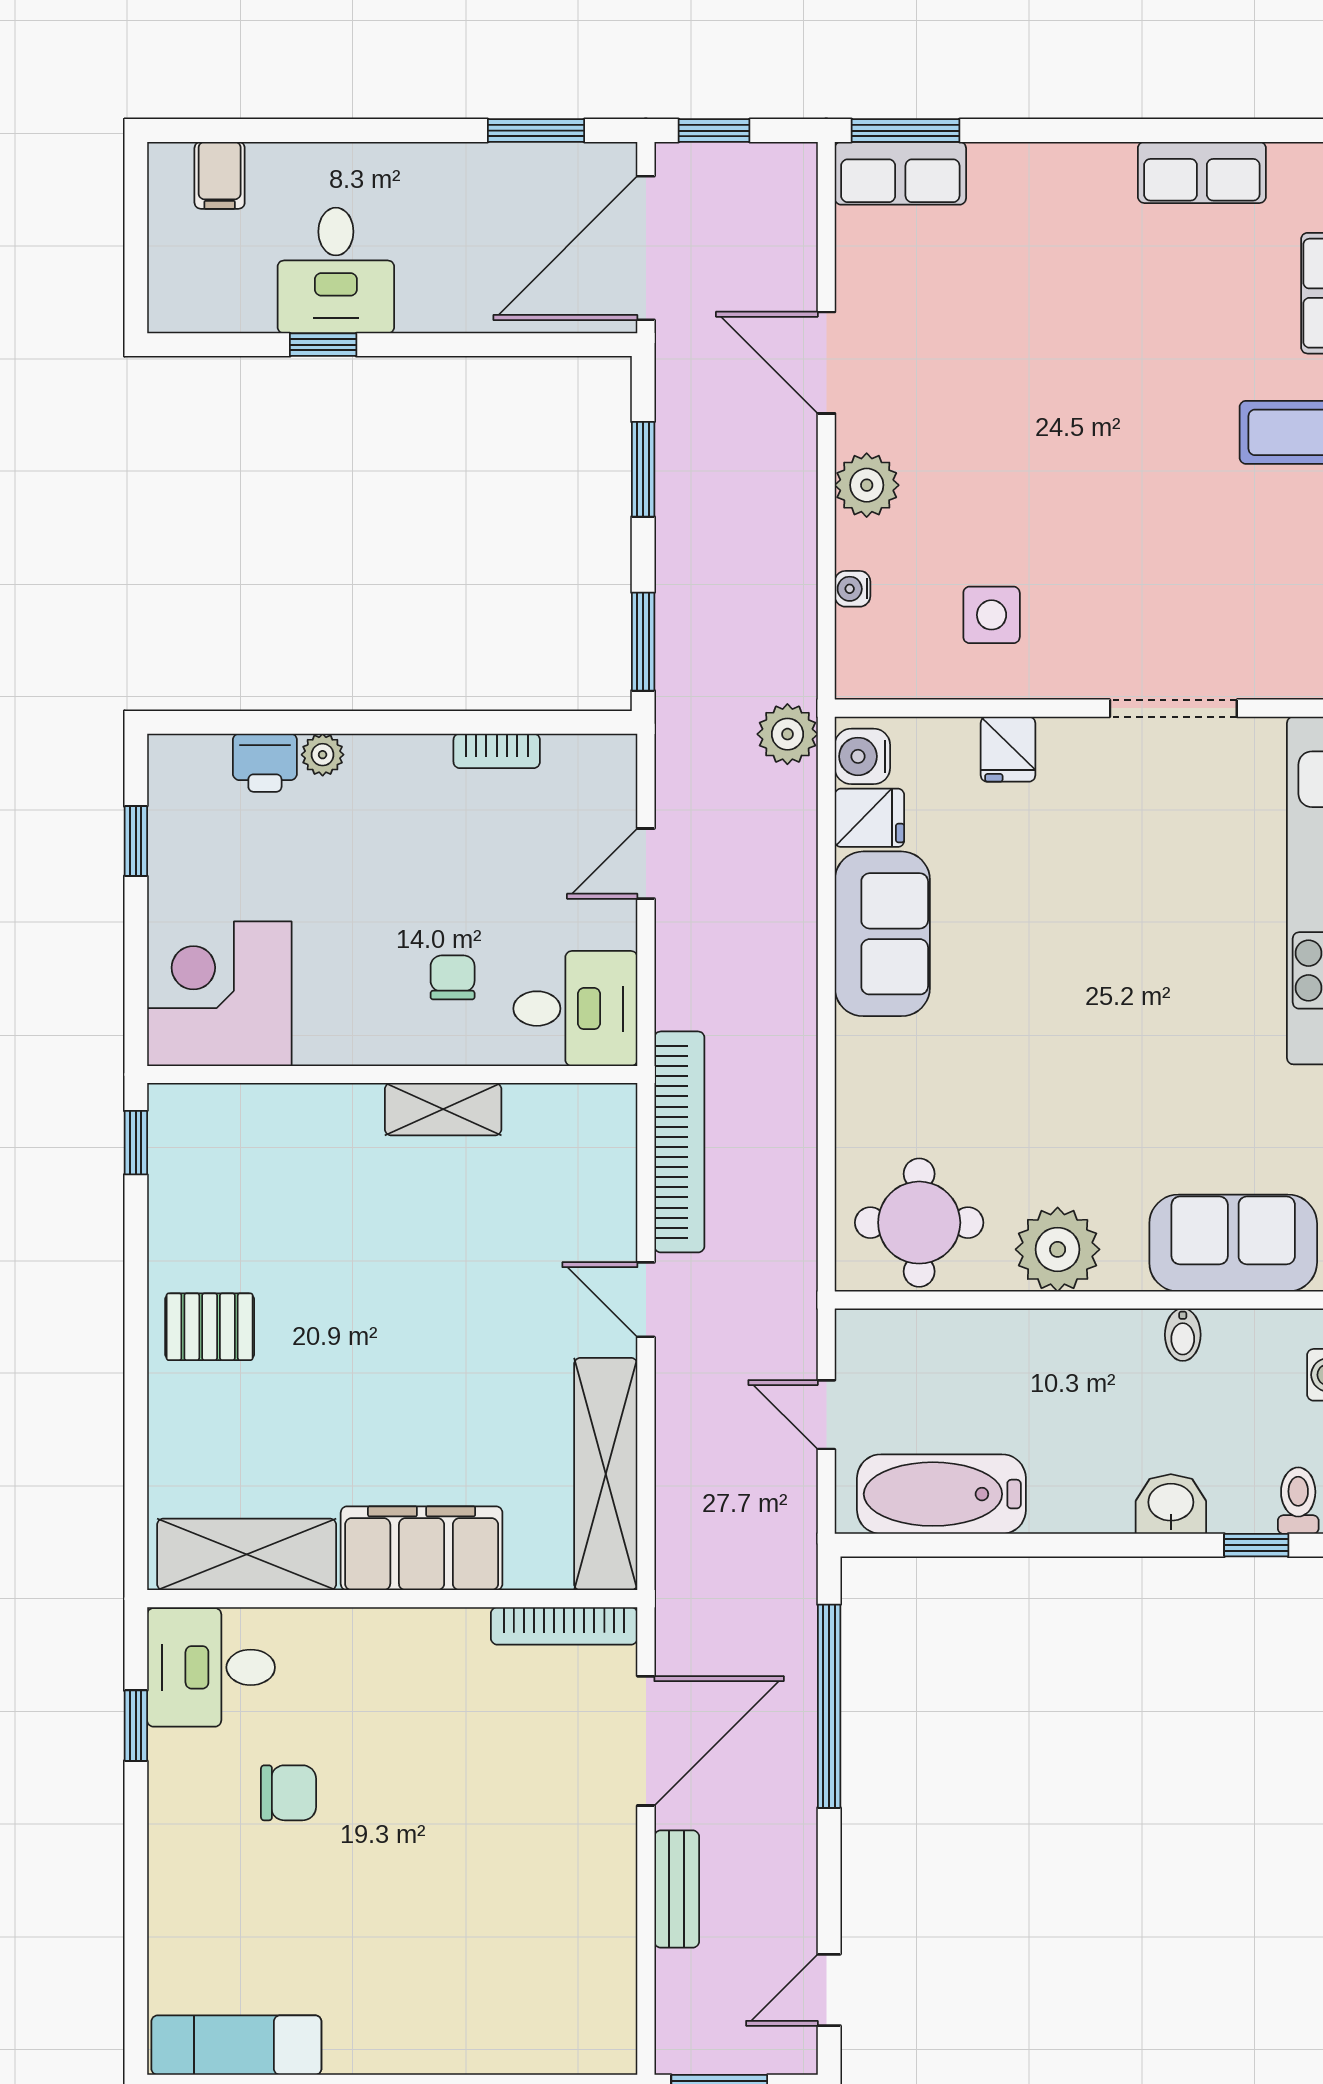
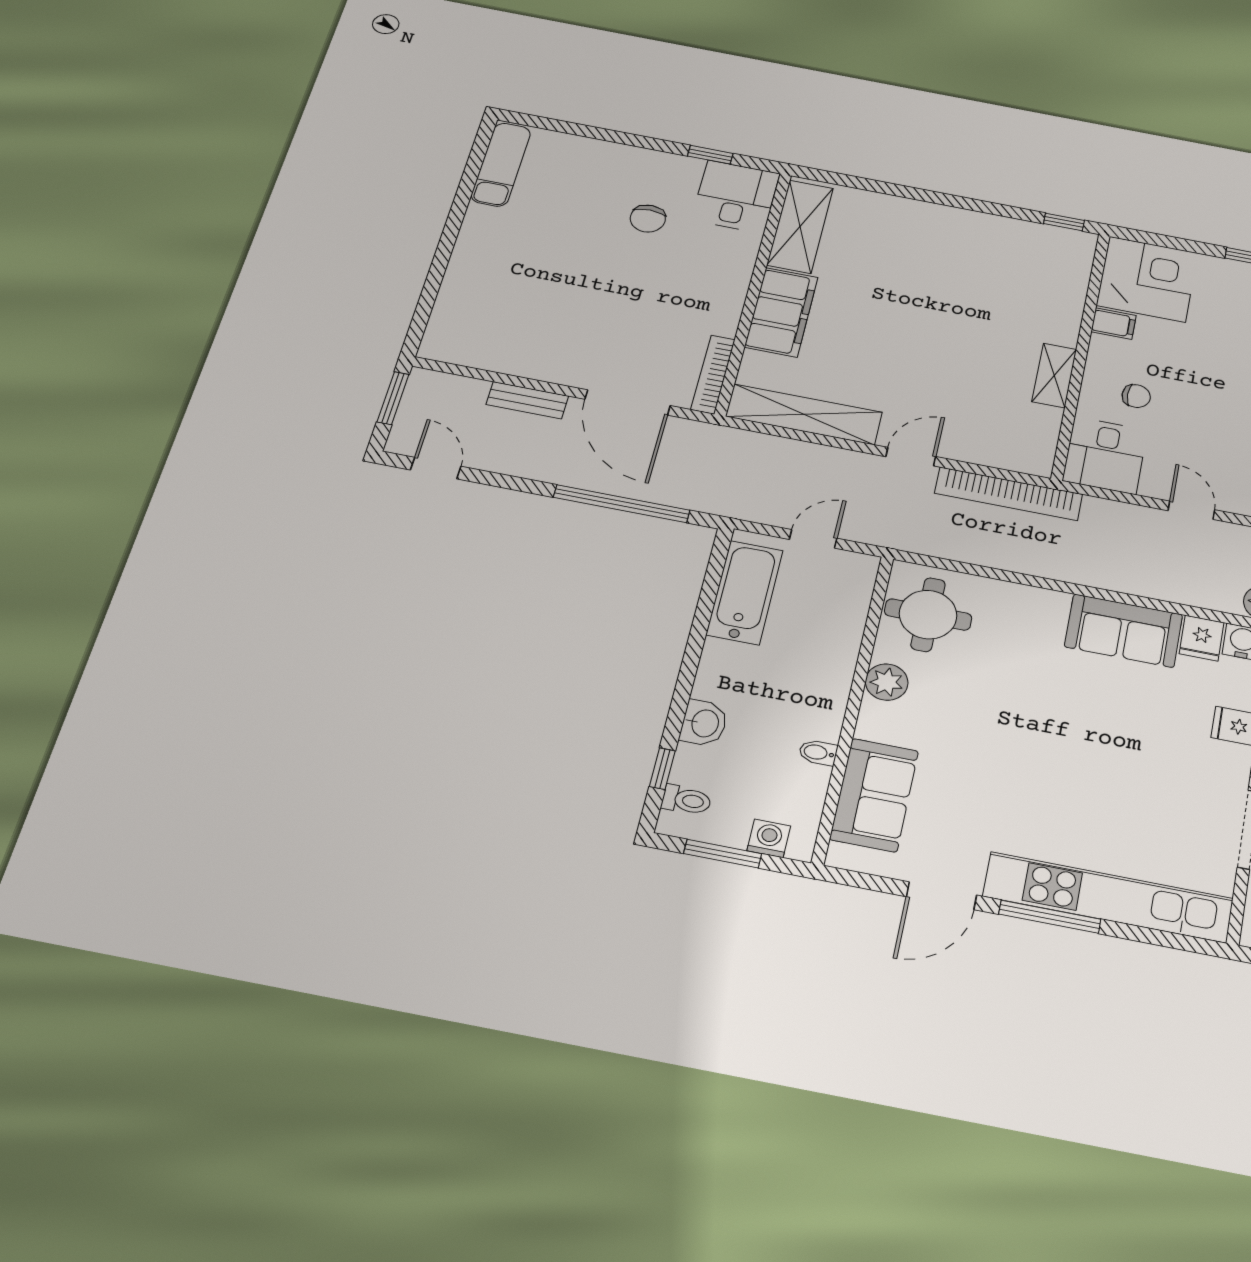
filing cabinet: (321, 1033) -> (1113, 324), added
plant: (1058, 1249) -> (887, 682), width x0.73, depth x0.73
pallet: (210, 1327) -> (944, 235), removed

